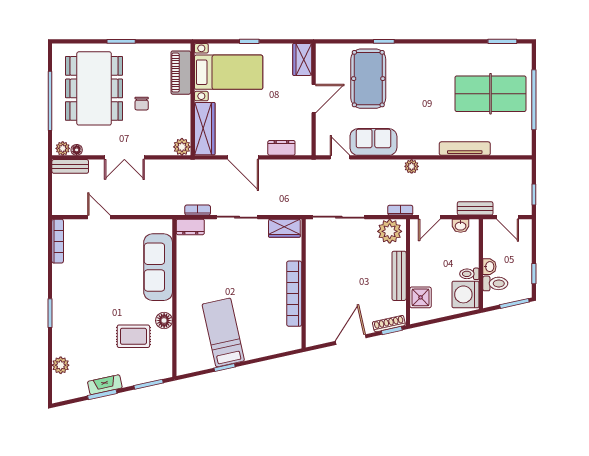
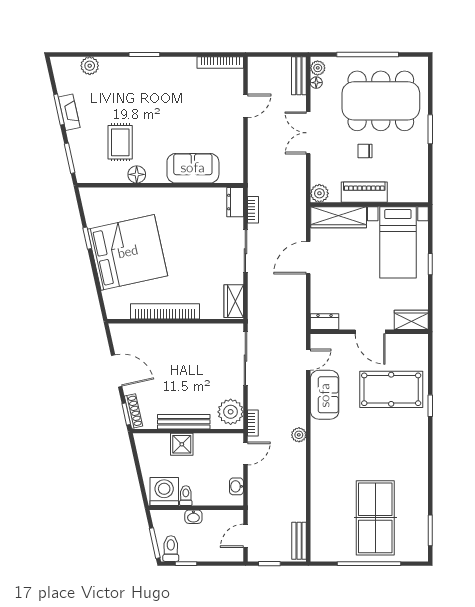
piano: (181, 73) -> (364, 192), moved
dresser: (281, 148) -> (325, 322), moved, turned -90
tv unit: (465, 149) -> (318, 491), removed
bench: (475, 208) -> (299, 541), moved
door: (429, 217) -> (245, 453), swing flipped
sofa: (158, 267) -> (193, 168), width x0.73
toilet: (495, 283) -> (171, 549), moved, turned 180
shower: (421, 297) -> (182, 444), moved
bed: (223, 333) -> (128, 252), width x2.04

